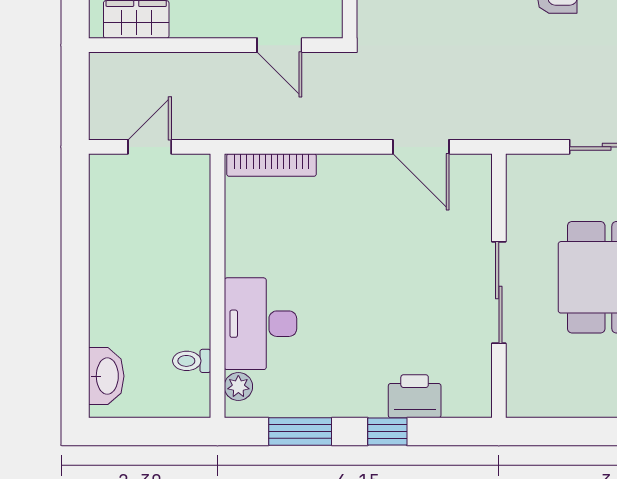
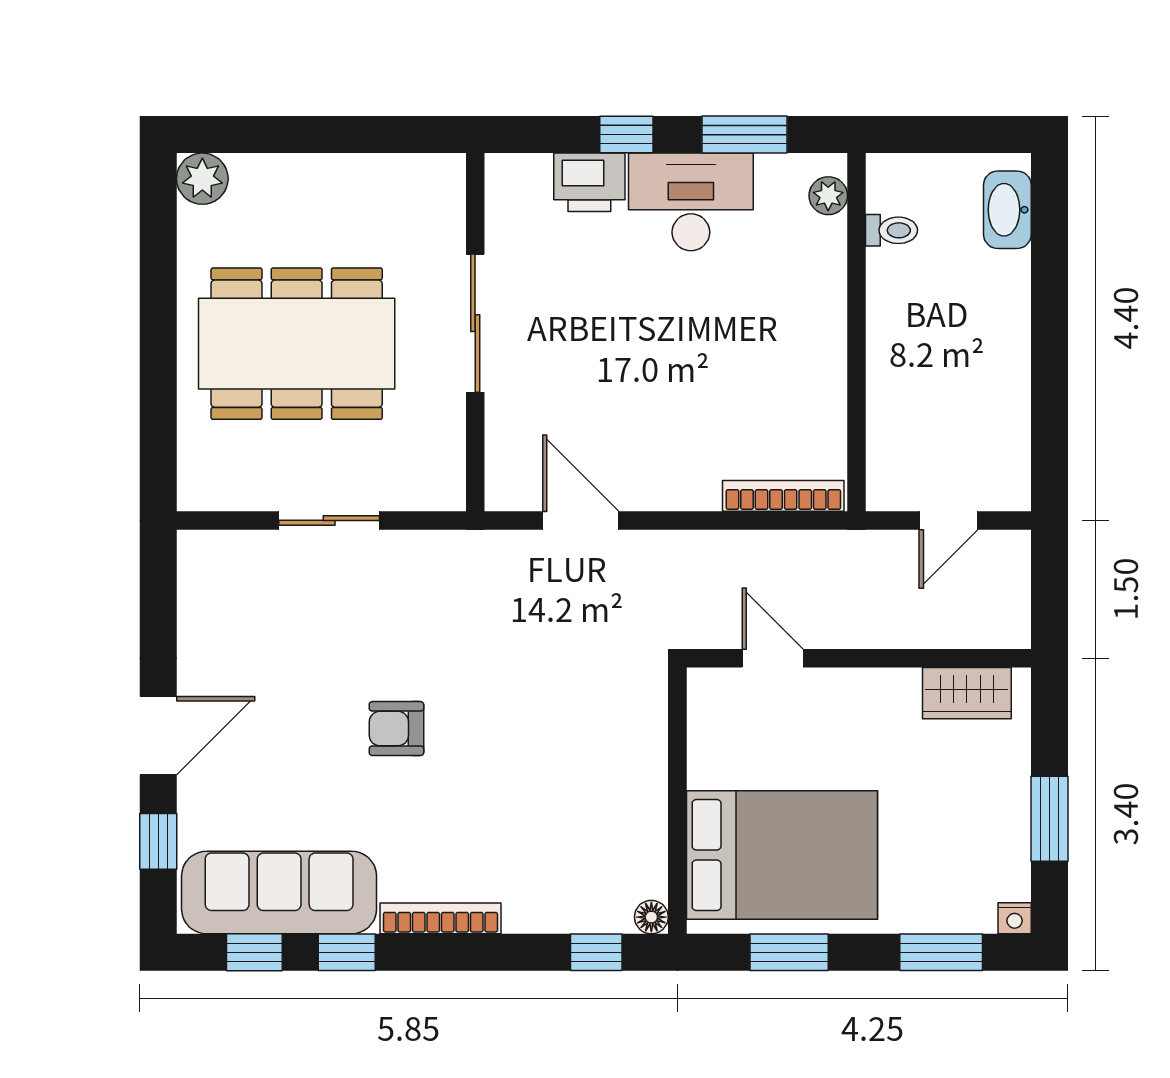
desk: (260, 324) -> (691, 202), moved, turned -90

